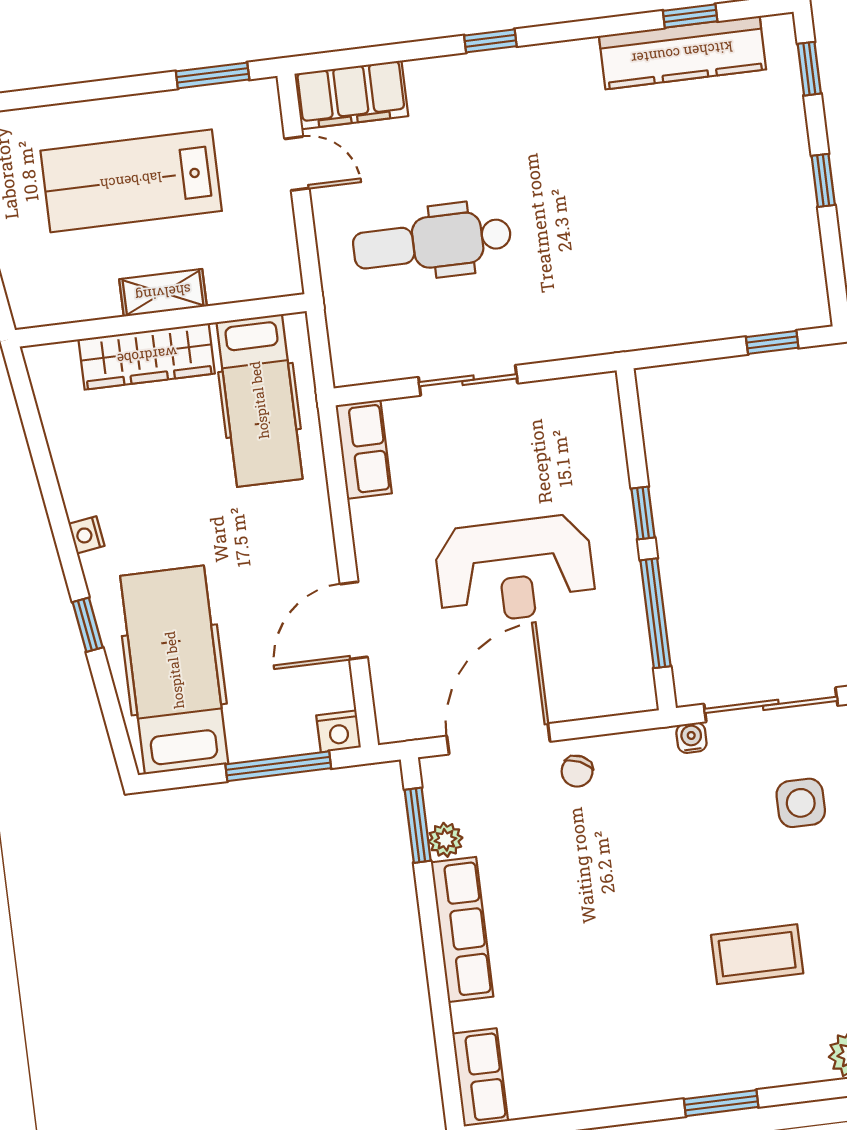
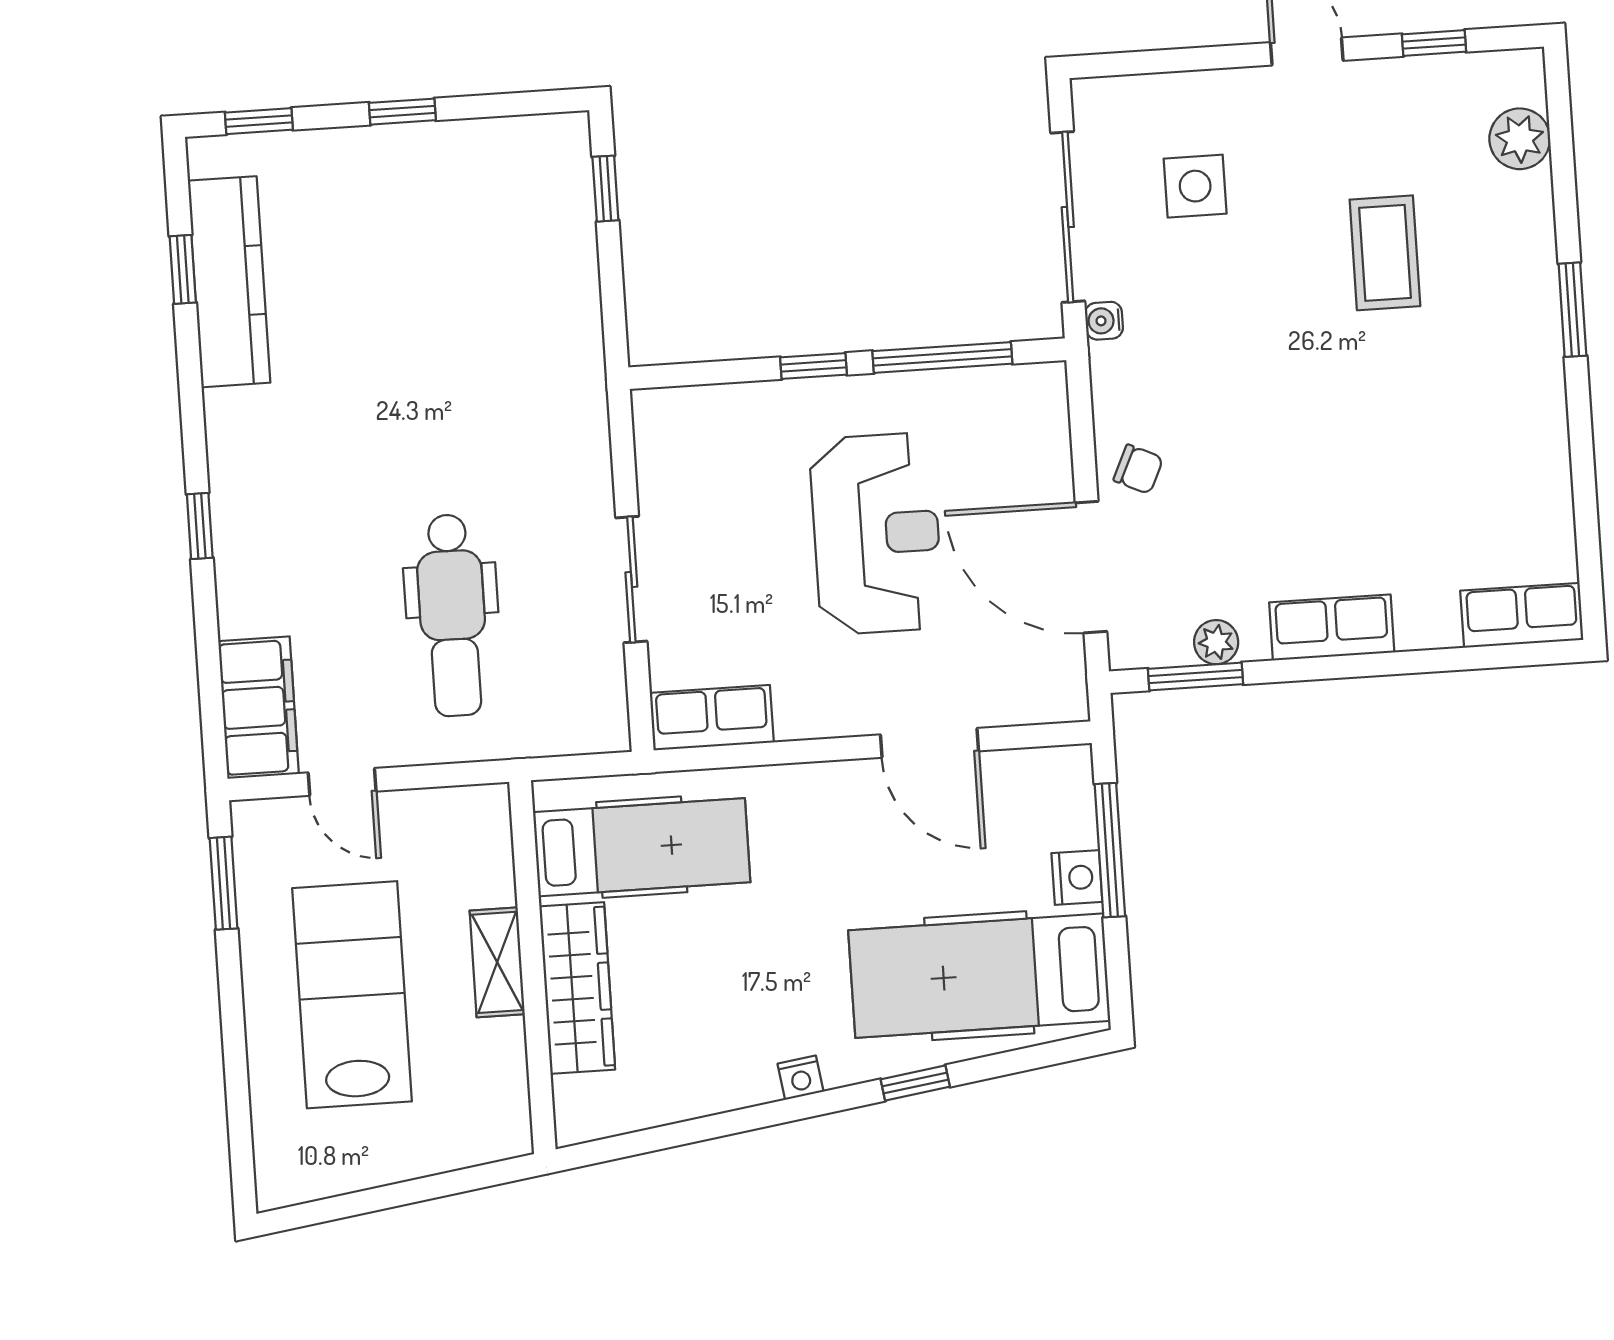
door: (297, 164) -> (342, 782), swing flipped
lab bench: (131, 181) -> (352, 995), turned 180
nightstand: (339, 731) -> (1077, 877), moved
row of seats: (462, 929) -> (1332, 627), width x0.68

